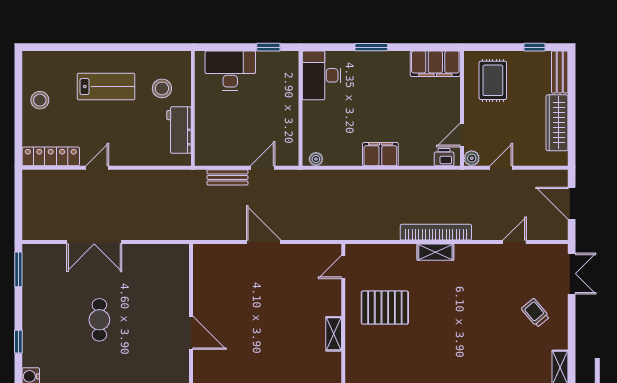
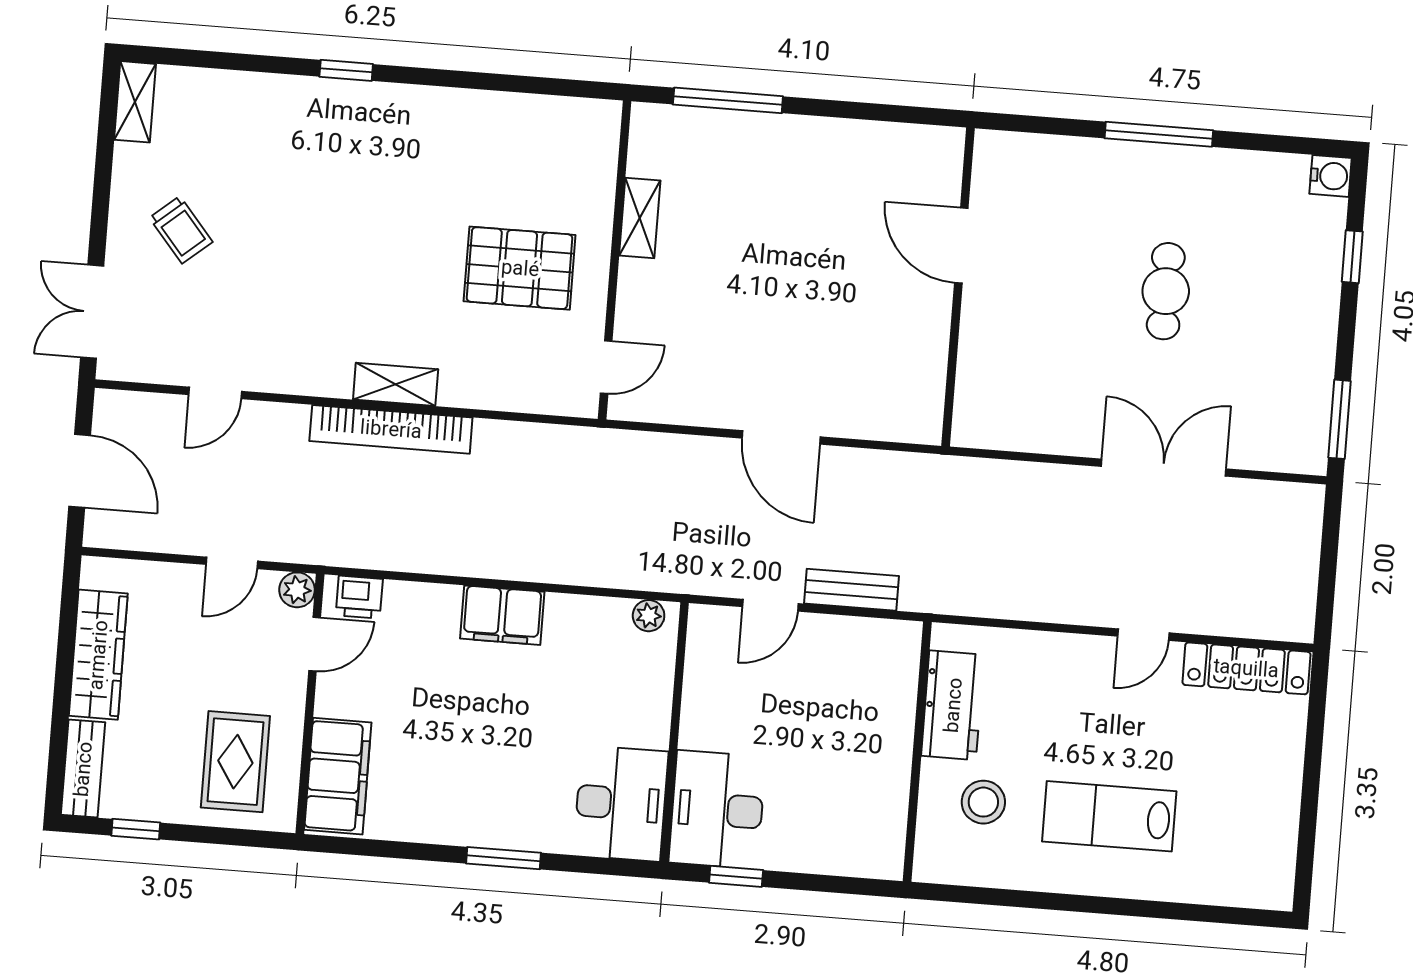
filing cabinet: (435, 64) -> (338, 776), moved, turned 90
desk: (230, 71) -> (717, 810), moved, turned 90
stool: (40, 100) -> (1261, 797), removed

